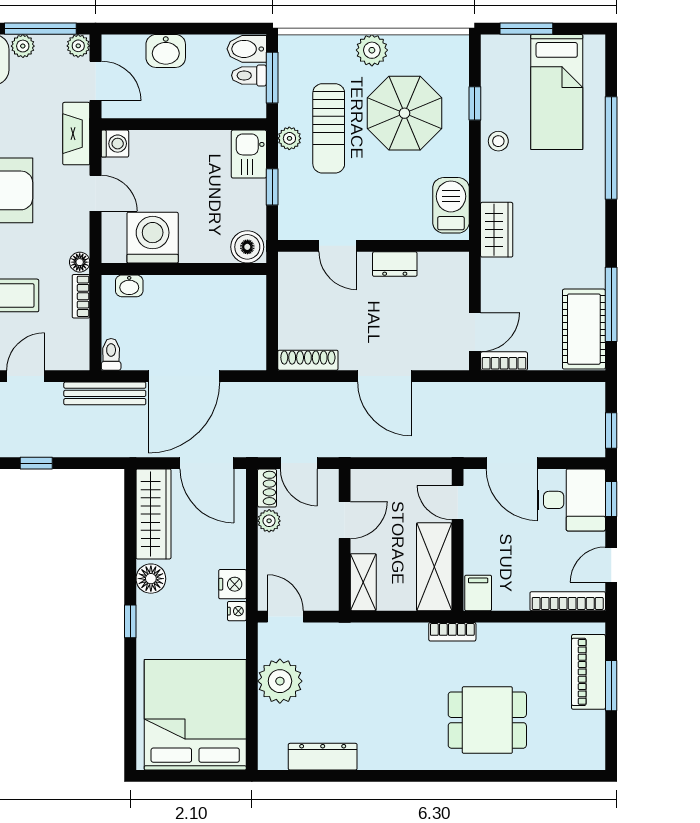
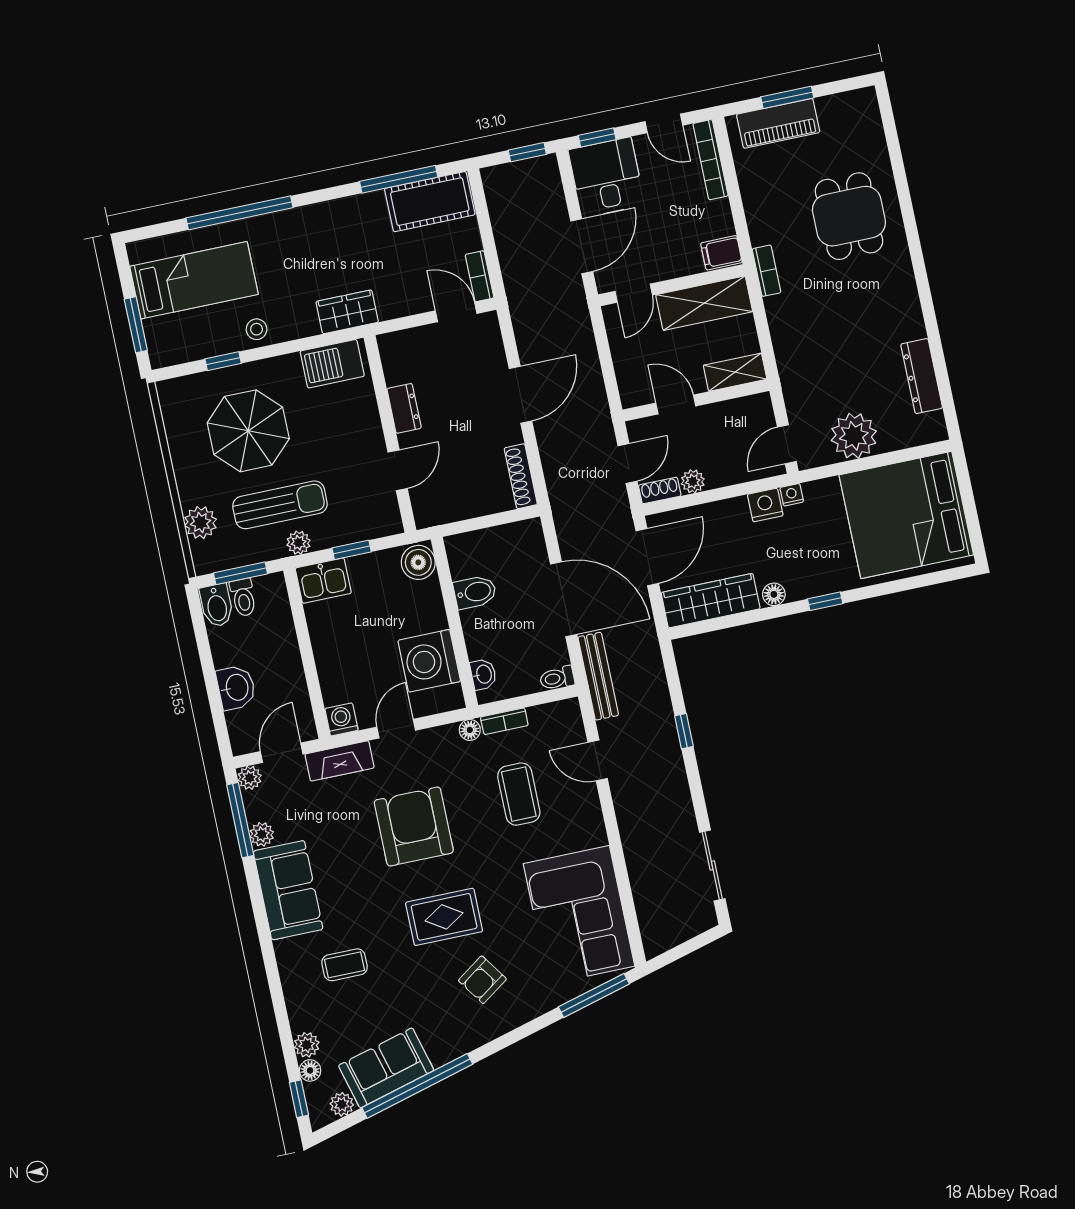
plant: (372, 50) -> (200, 523), moved
bidet: (208, 294) -> (475, 592), added
floor lamp: (151, 579) -> (774, 594), width x0.73, depth x0.73

